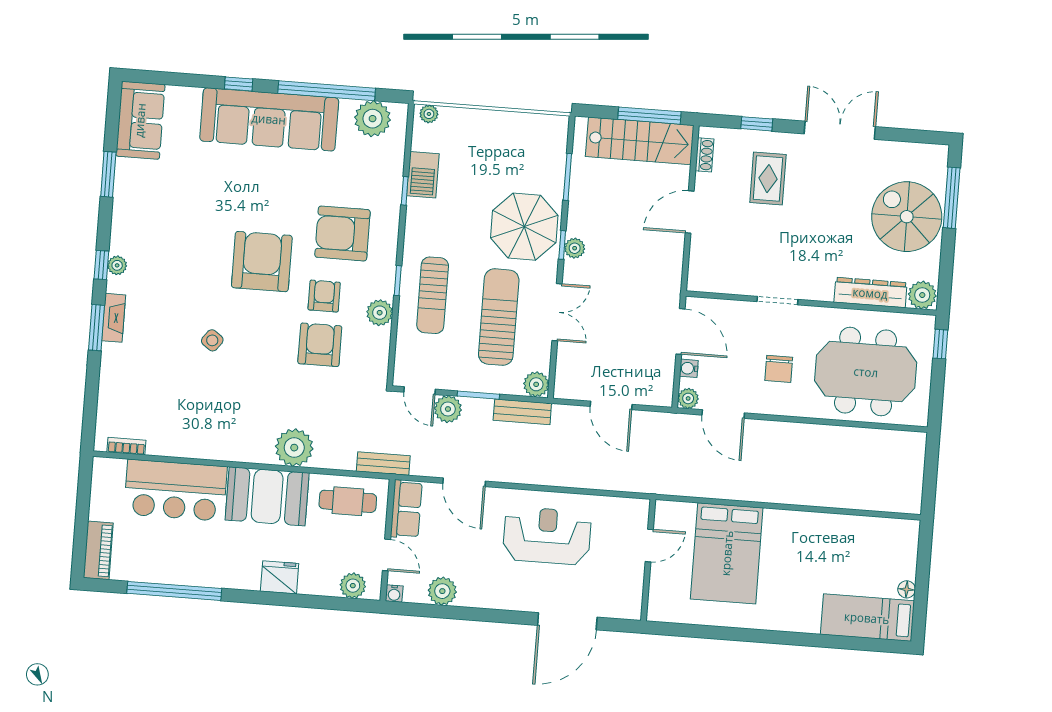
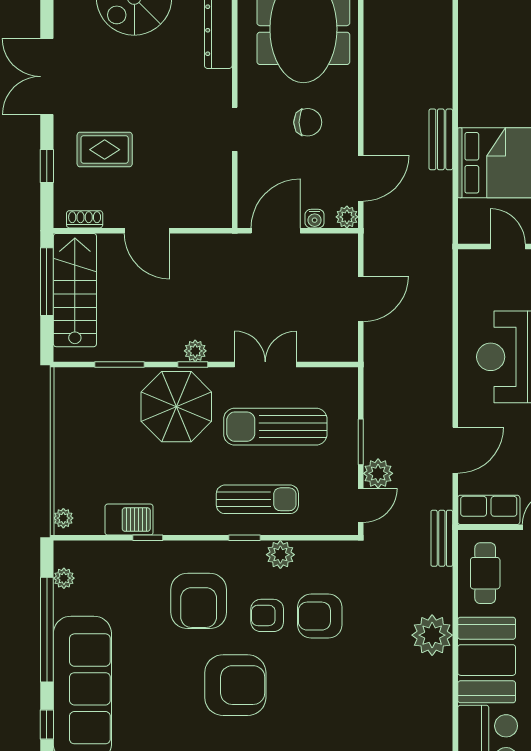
plant: (373, 119) -> (64, 578), width x0.53, depth x0.53
armchair: (262, 262) -> (235, 685), turned 180
side table: (212, 340) -> (324, 732), removed
plant: (536, 384) -> (344, 381), removed
bench: (522, 412) -> (441, 139), moved

